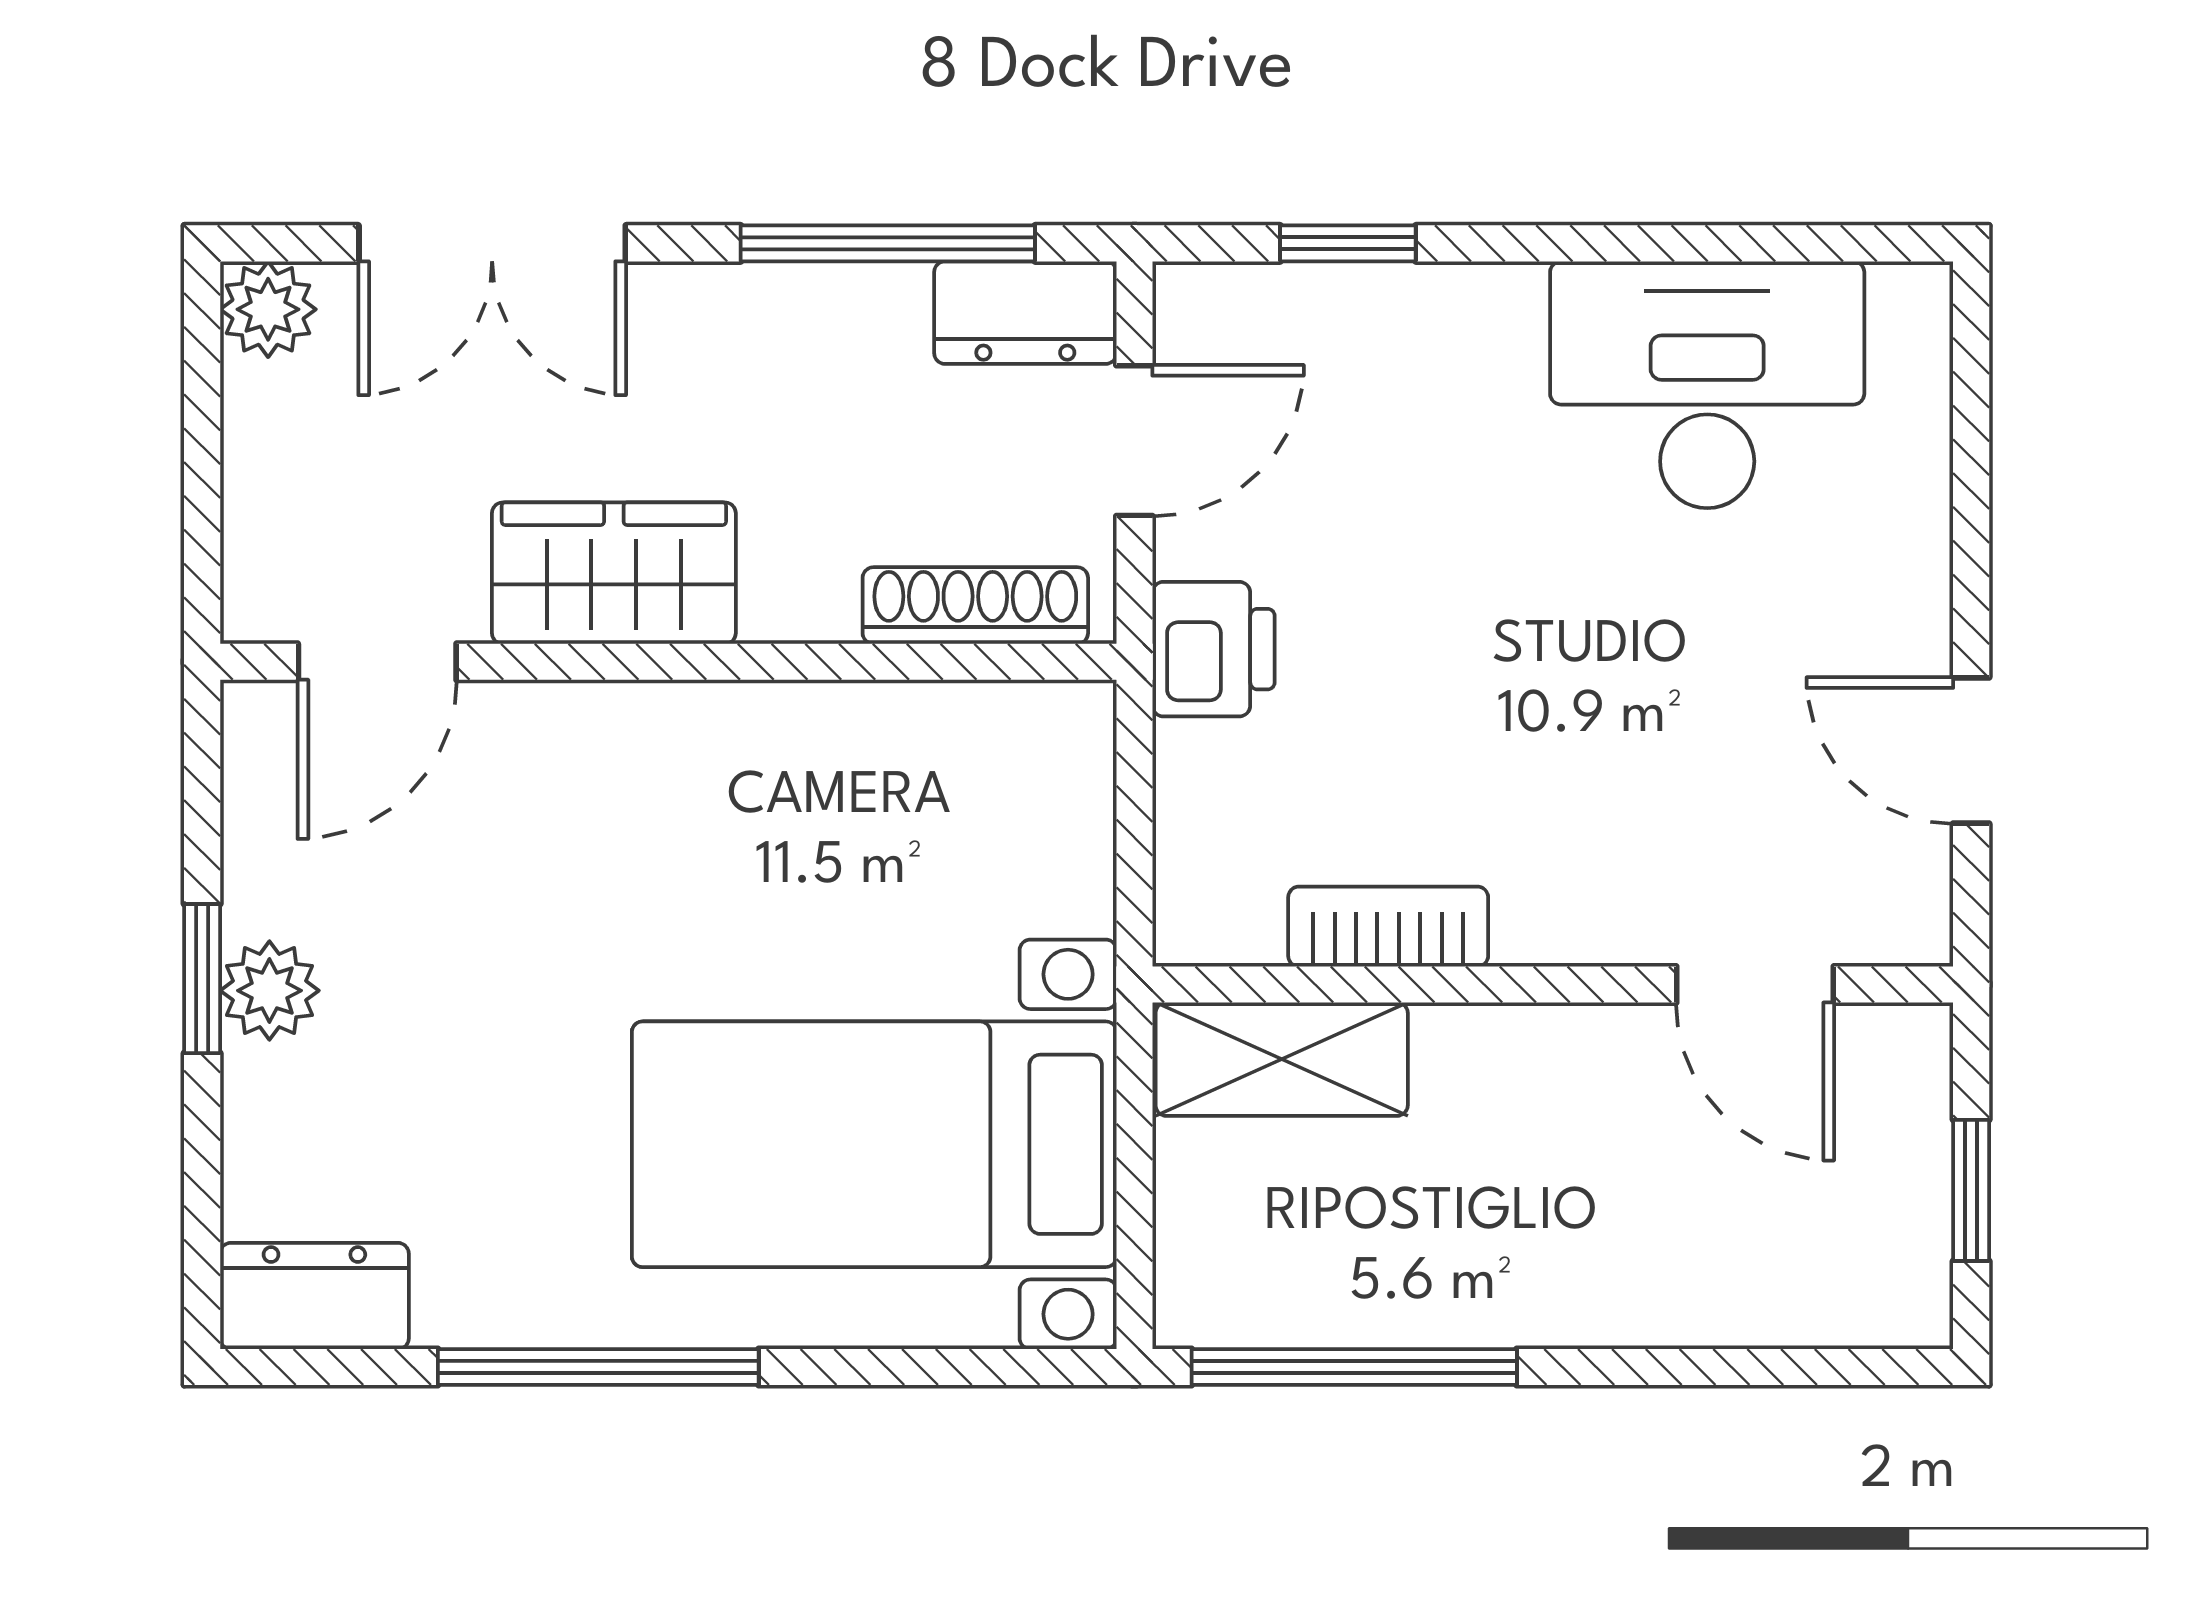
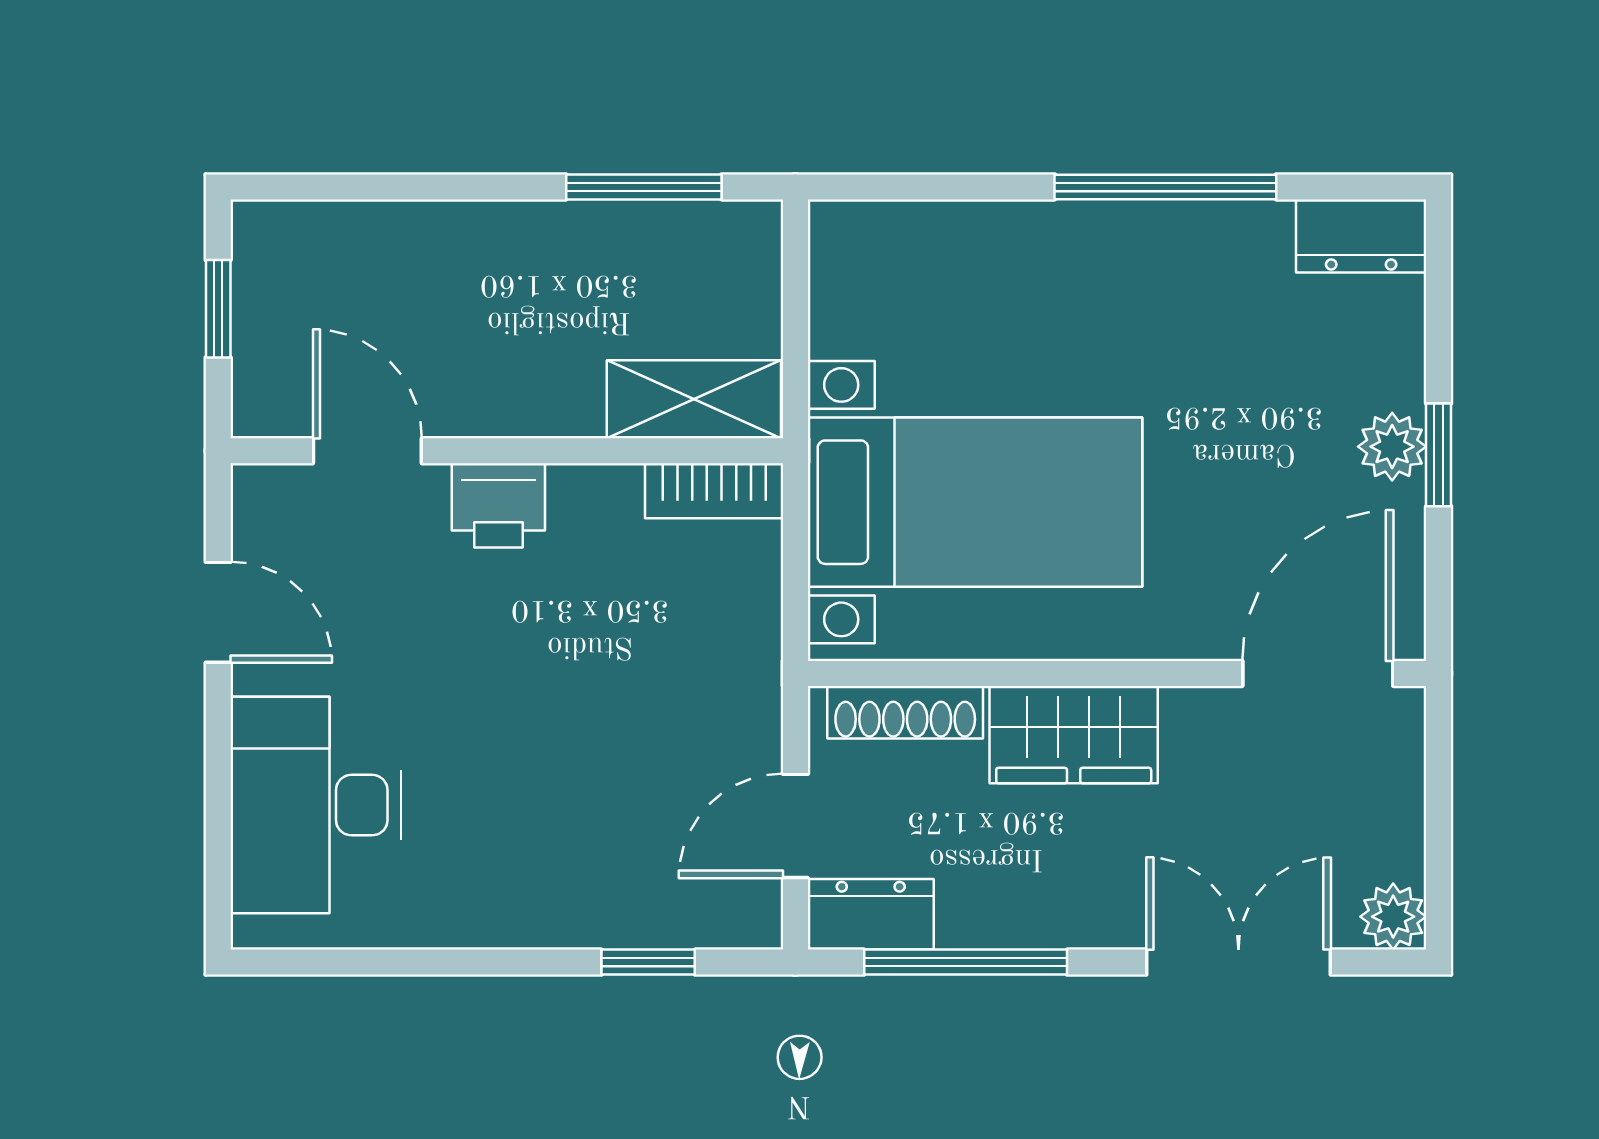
desk: (1707, 385) -> (316, 805), moved, turned 90
wardrobe: (614, 573) -> (1074, 735), moved
printer: (1214, 649) -> (498, 505), moved, turned -90
door: (377, 662) -> (1318, 673), width x1.38
bookcase: (1388, 927) -> (714, 491), moved
bed with nightstands: (874, 1144) -> (975, 502), moved
window: (1354, 1367) -> (644, 187), width x0.69

